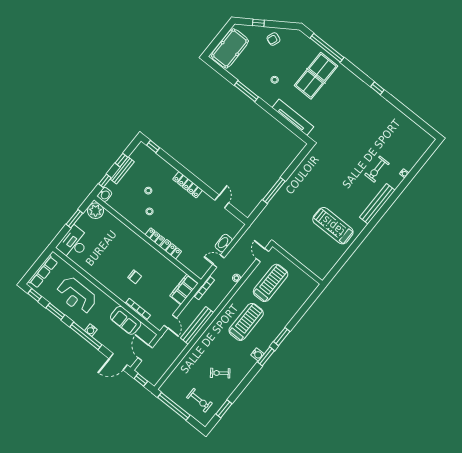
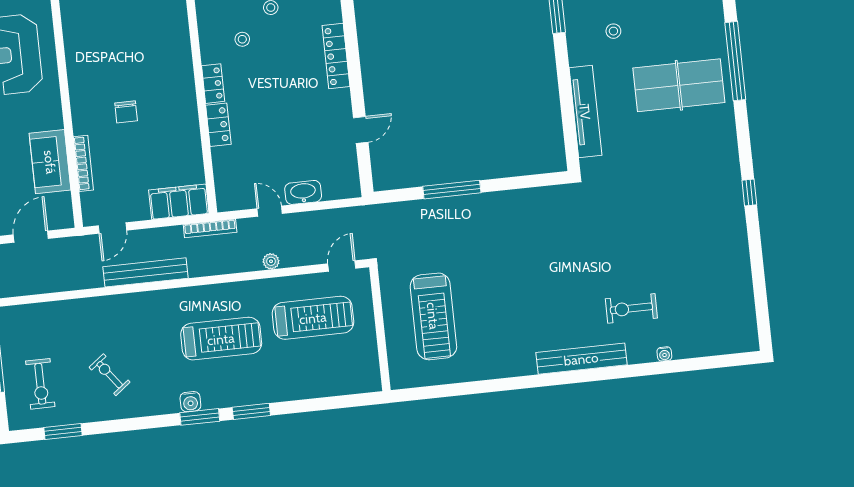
treadmill: (333, 226) -> (433, 316), moved, turned 180

